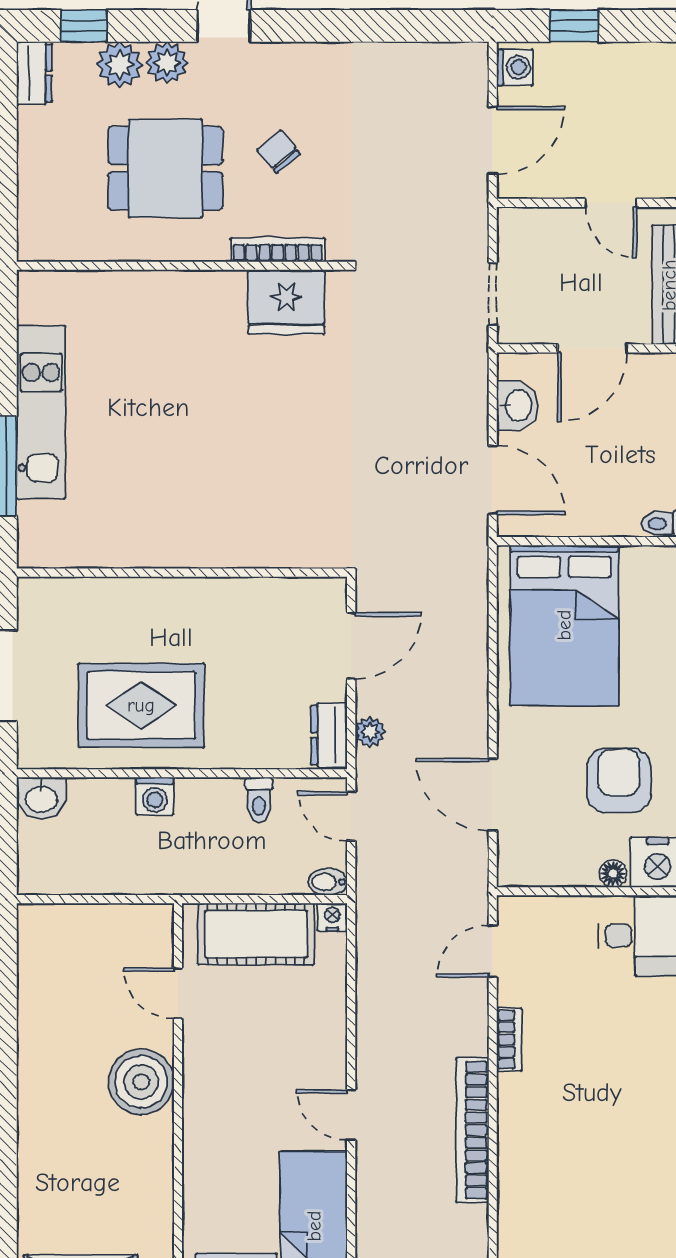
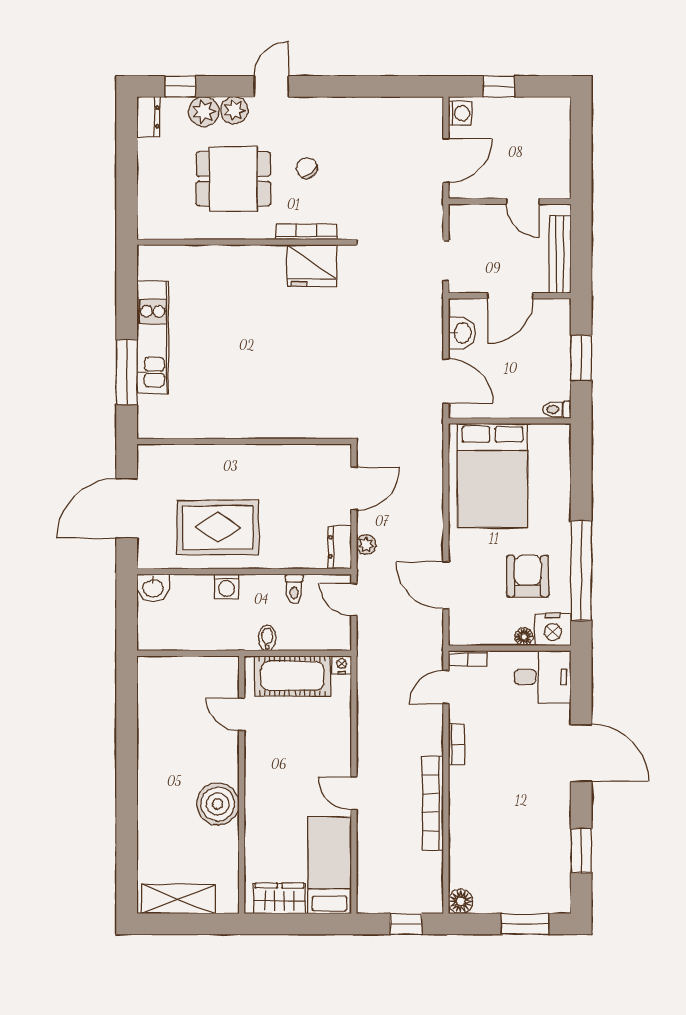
bidet: (327, 882) -> (267, 638), moved, turned 90
bookcase: (526, 907) -> (468, 658), added
boiler: (141, 1082) -> (218, 804), moved

